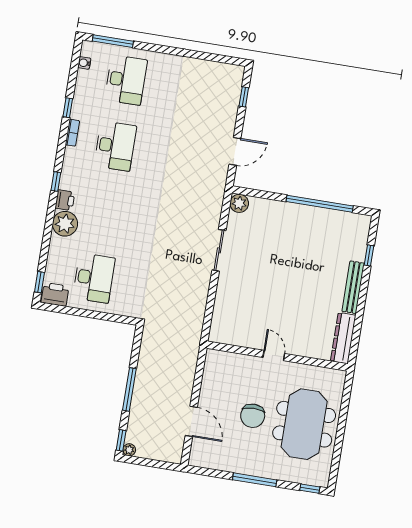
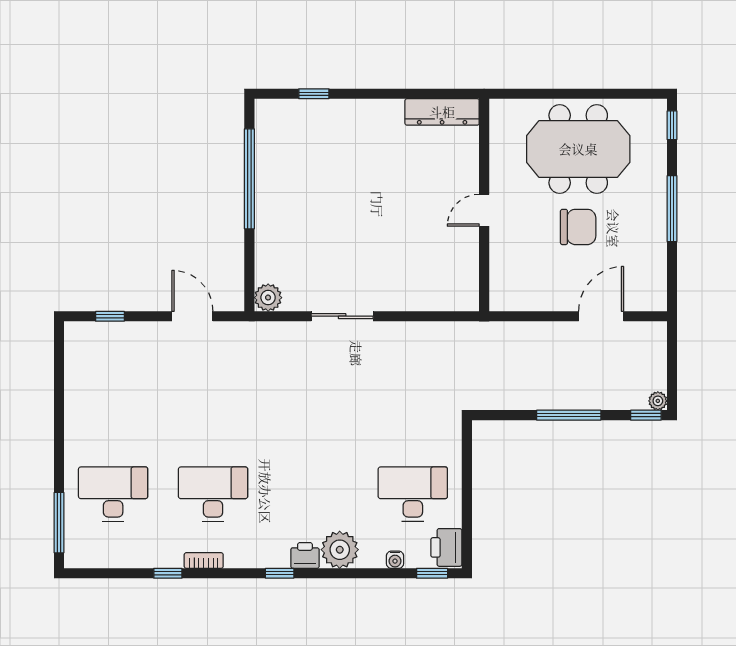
water cooler: (84, 63) -> (395, 560), moved
bench: (353, 287) -> (365, 109), removed

